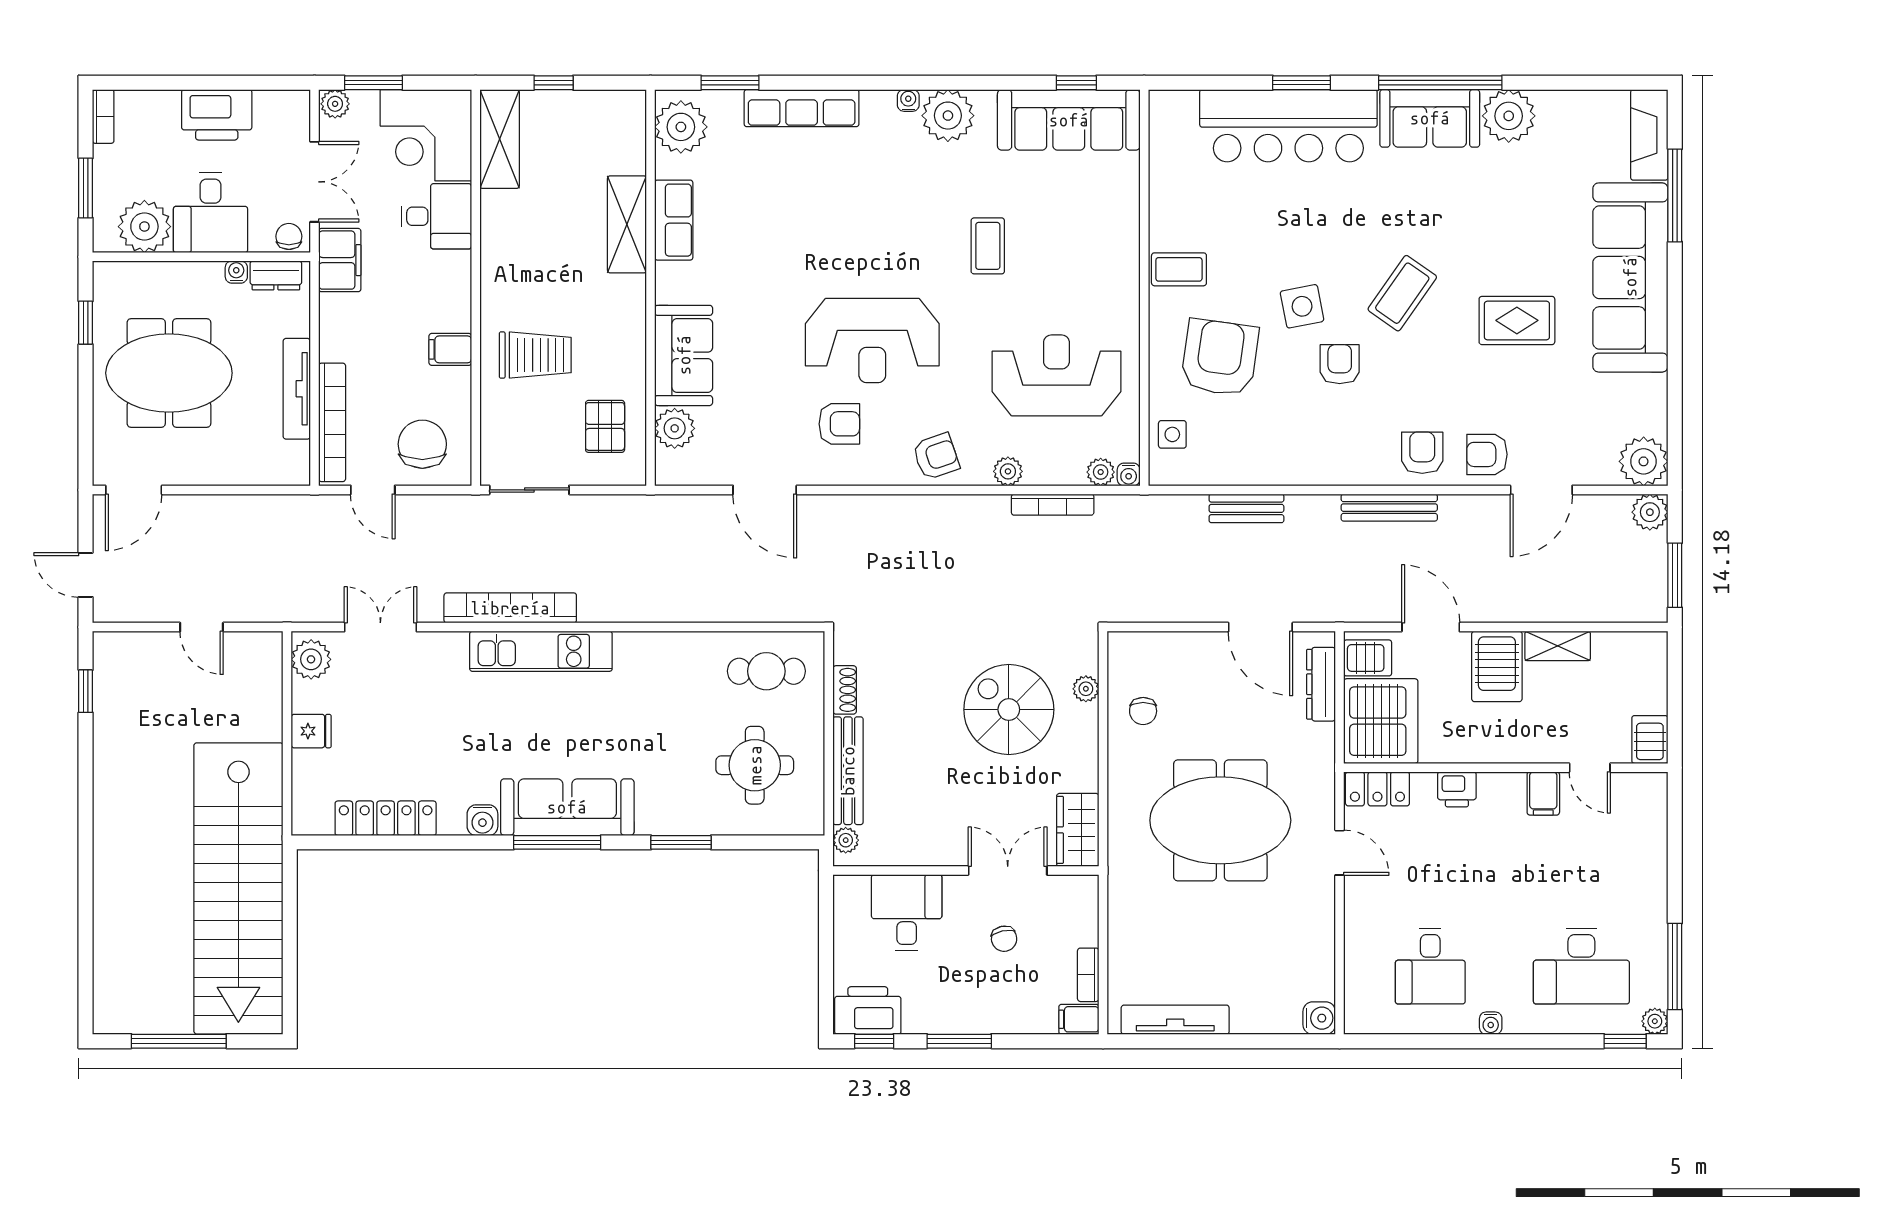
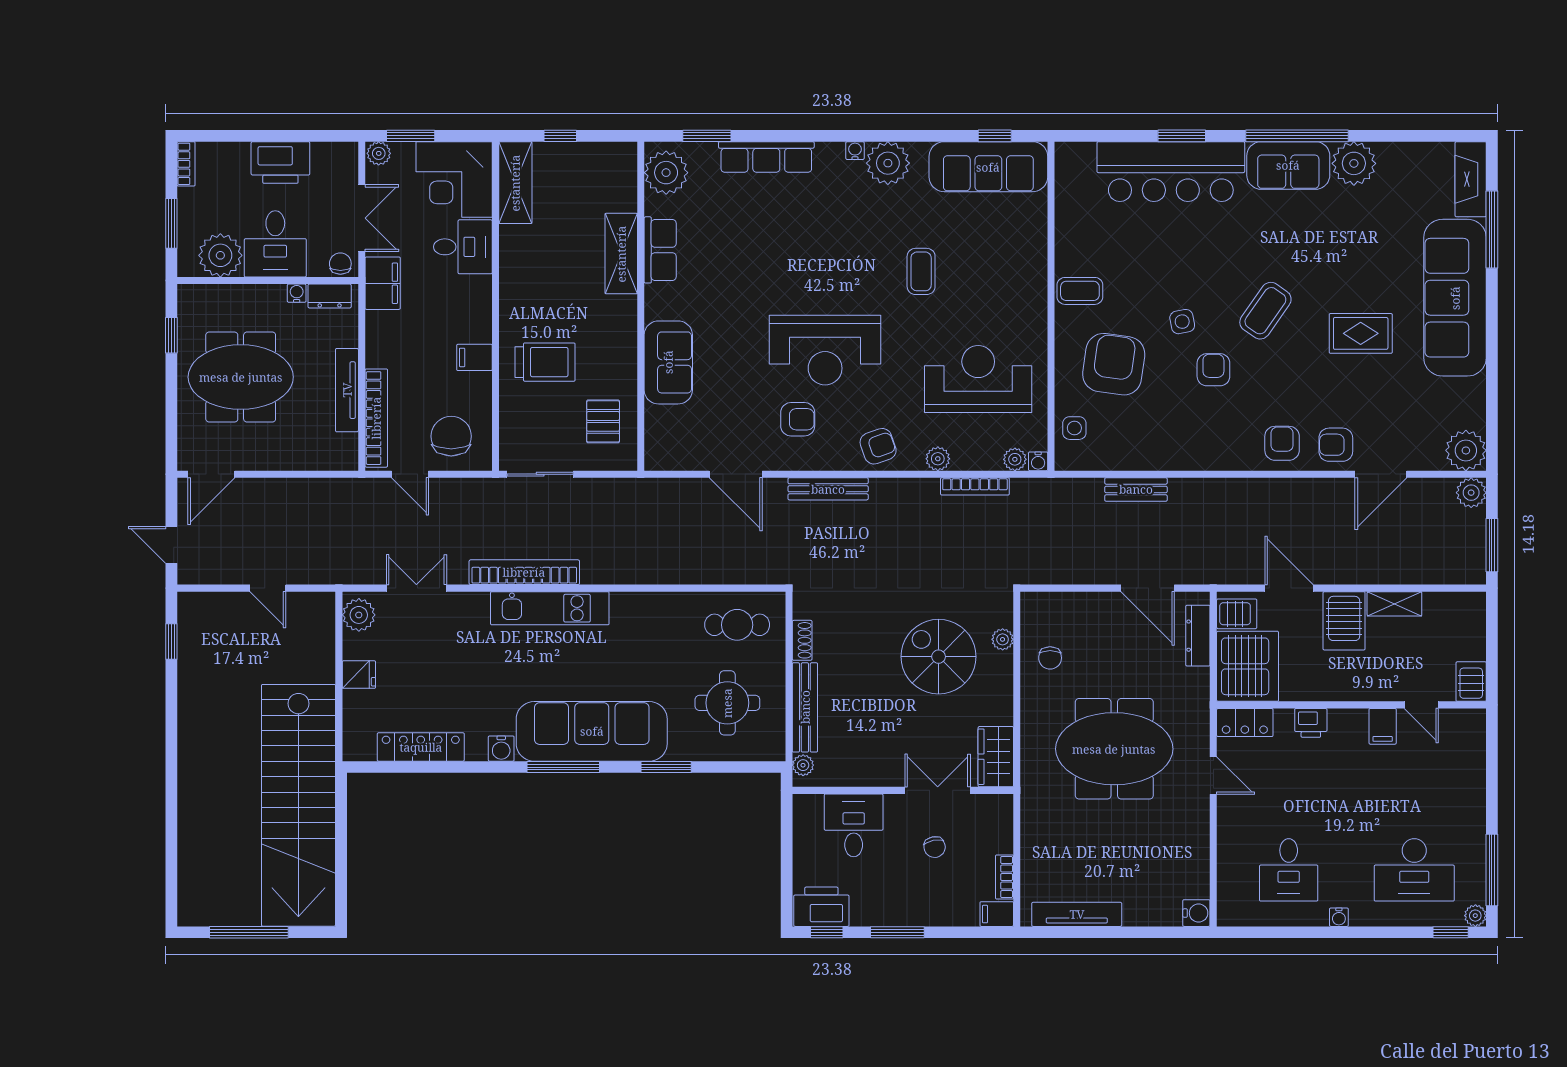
side table: (1302, 306) -> (1182, 322), width x0.73, depth x0.73
plant: (675, 428) -> (661, 423), removed
bench: (1389, 508) -> (828, 489), moved
sofa: (567, 807) -> (592, 731), width x1.36, depth x1.27

